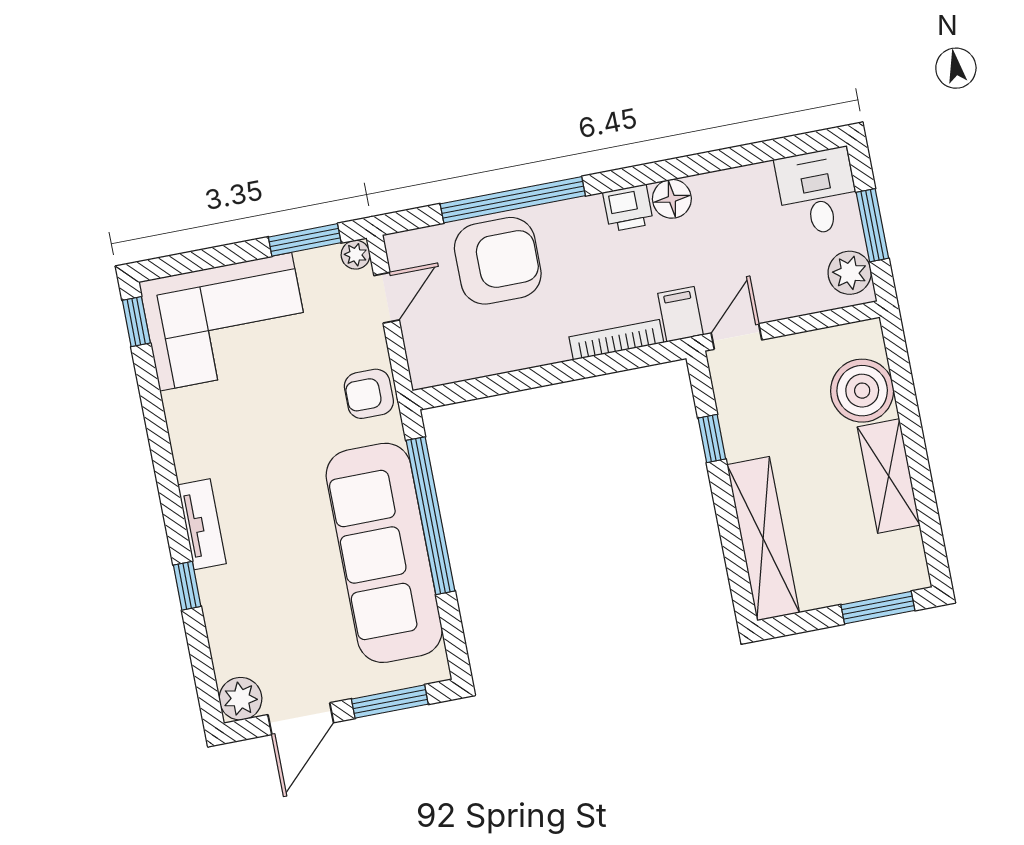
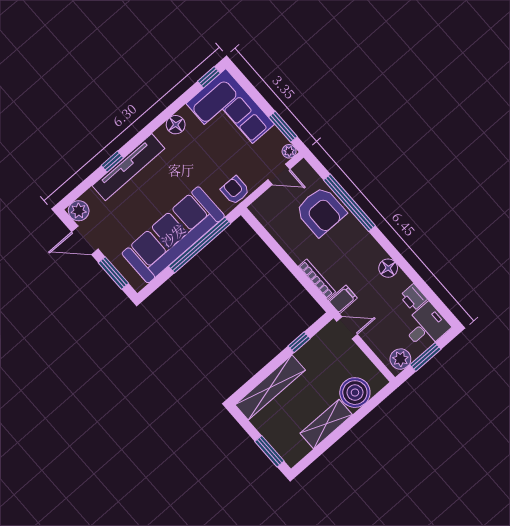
printer: (628, 208) -> (413, 298), moved
floor lamp: (187, 432) -> (176, 125), added
tv unit: (202, 524) -> (128, 167), width x1.92, depth x1.29

